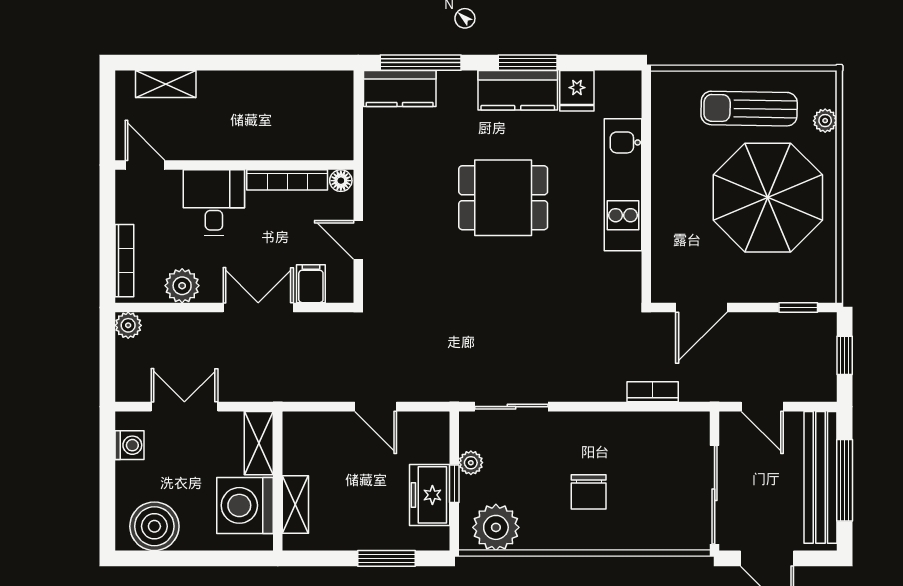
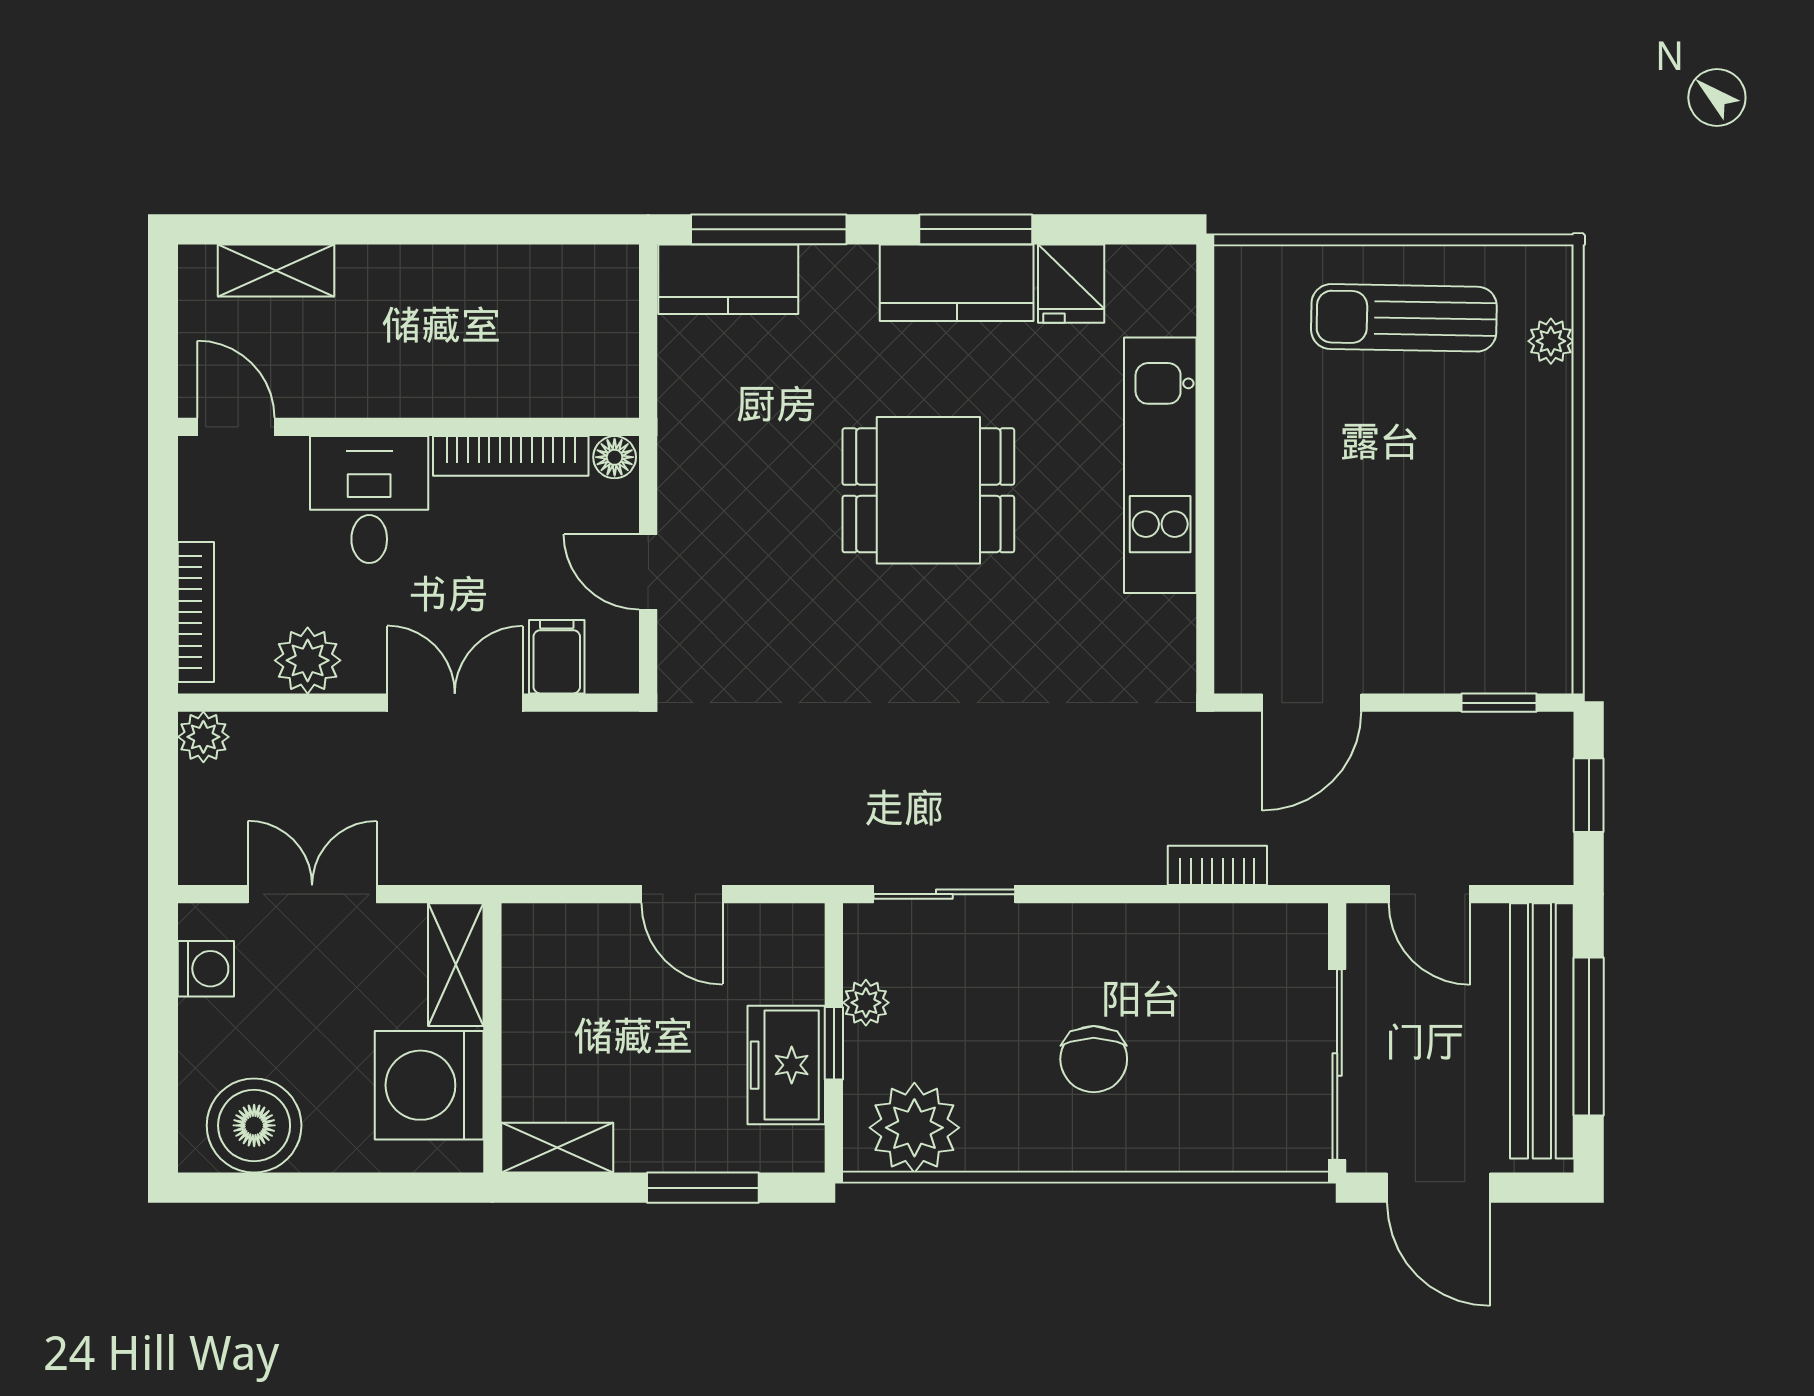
parasol: (768, 198) -> (1440, 490), removed
shelving: (295, 505) -> (557, 1148), moved, turned 90

